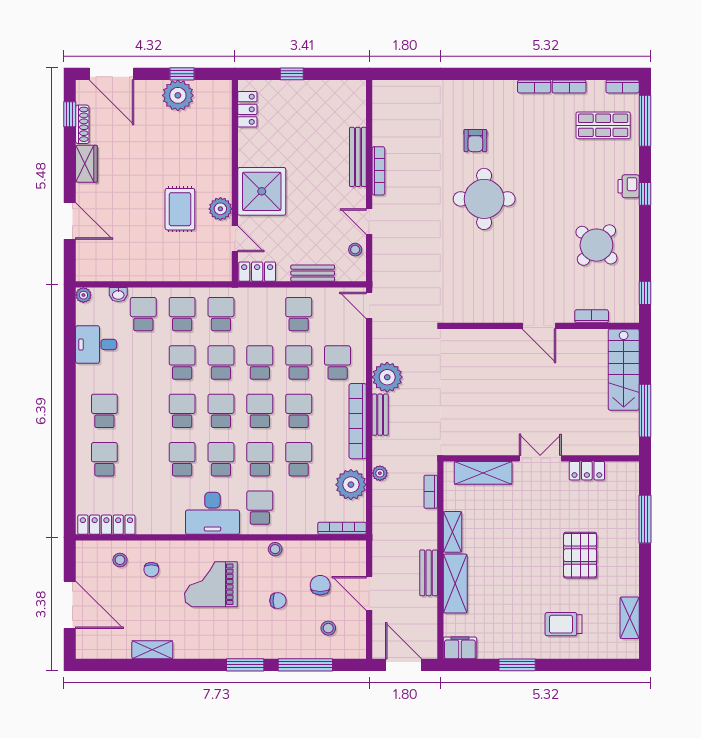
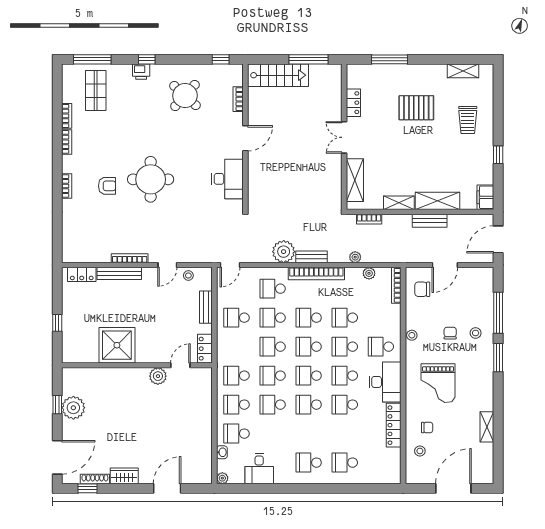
bookcase: (623, 86) -> (67, 186), moved
locker: (247, 109) -> (82, 274), moved, turned 180
shower: (262, 191) -> (117, 345), moved
rug: (180, 209) -> (158, 406), removed
desk: (485, 302) -> (227, 179), added
plant: (351, 485) -> (369, 273), width x0.53, depth x0.53
locker: (106, 525) -> (394, 425), moved
chair: (320, 585) -> (422, 289), moved
stool: (328, 628) -> (476, 333), moved
window: (517, 665) -> (498, 155), width x0.67

